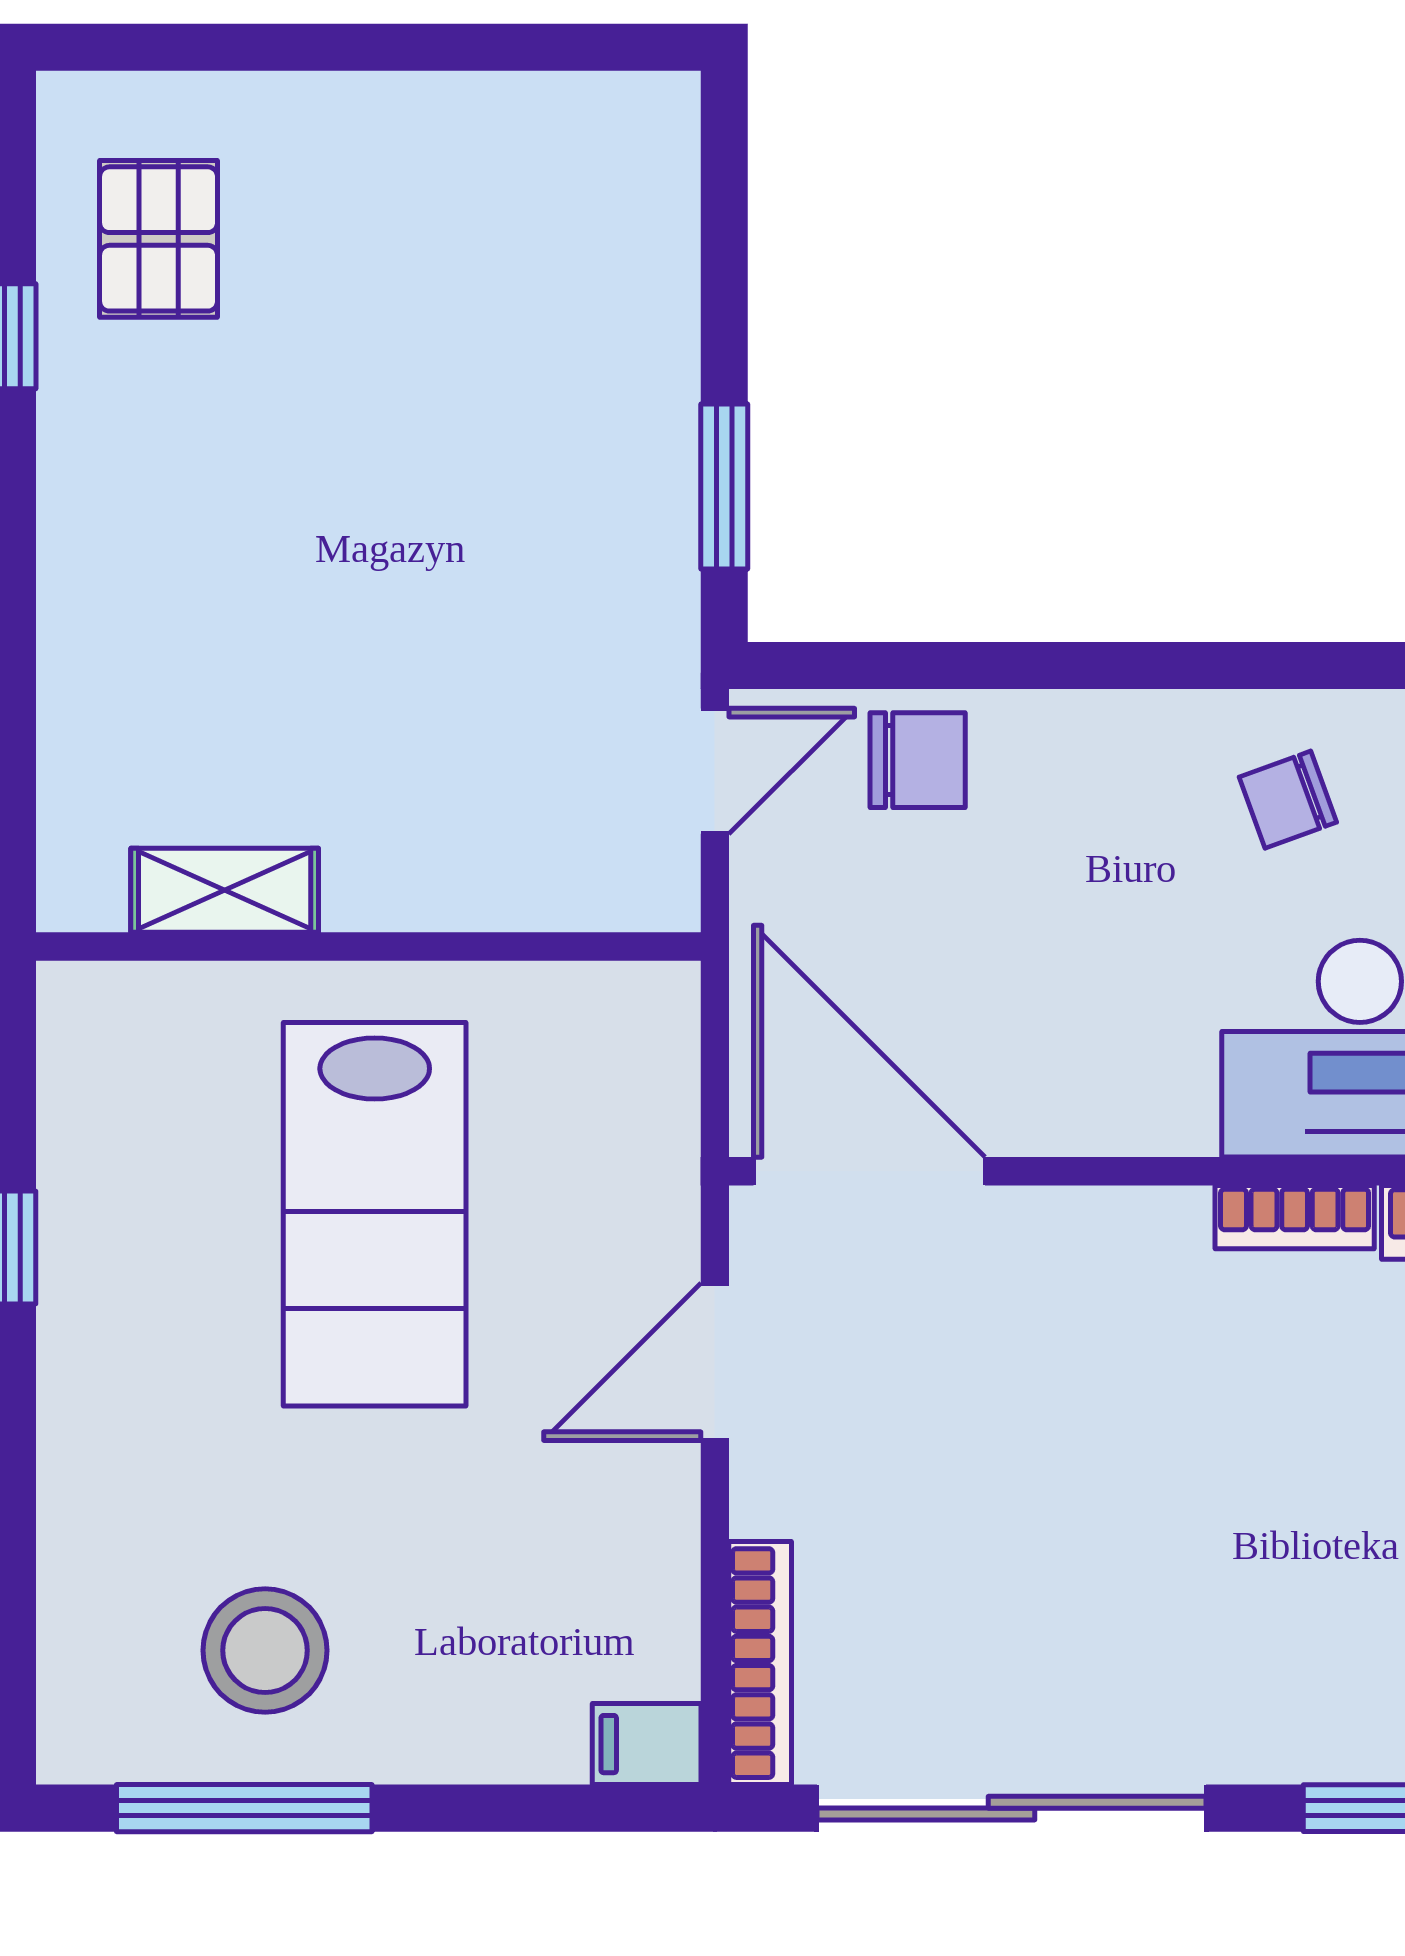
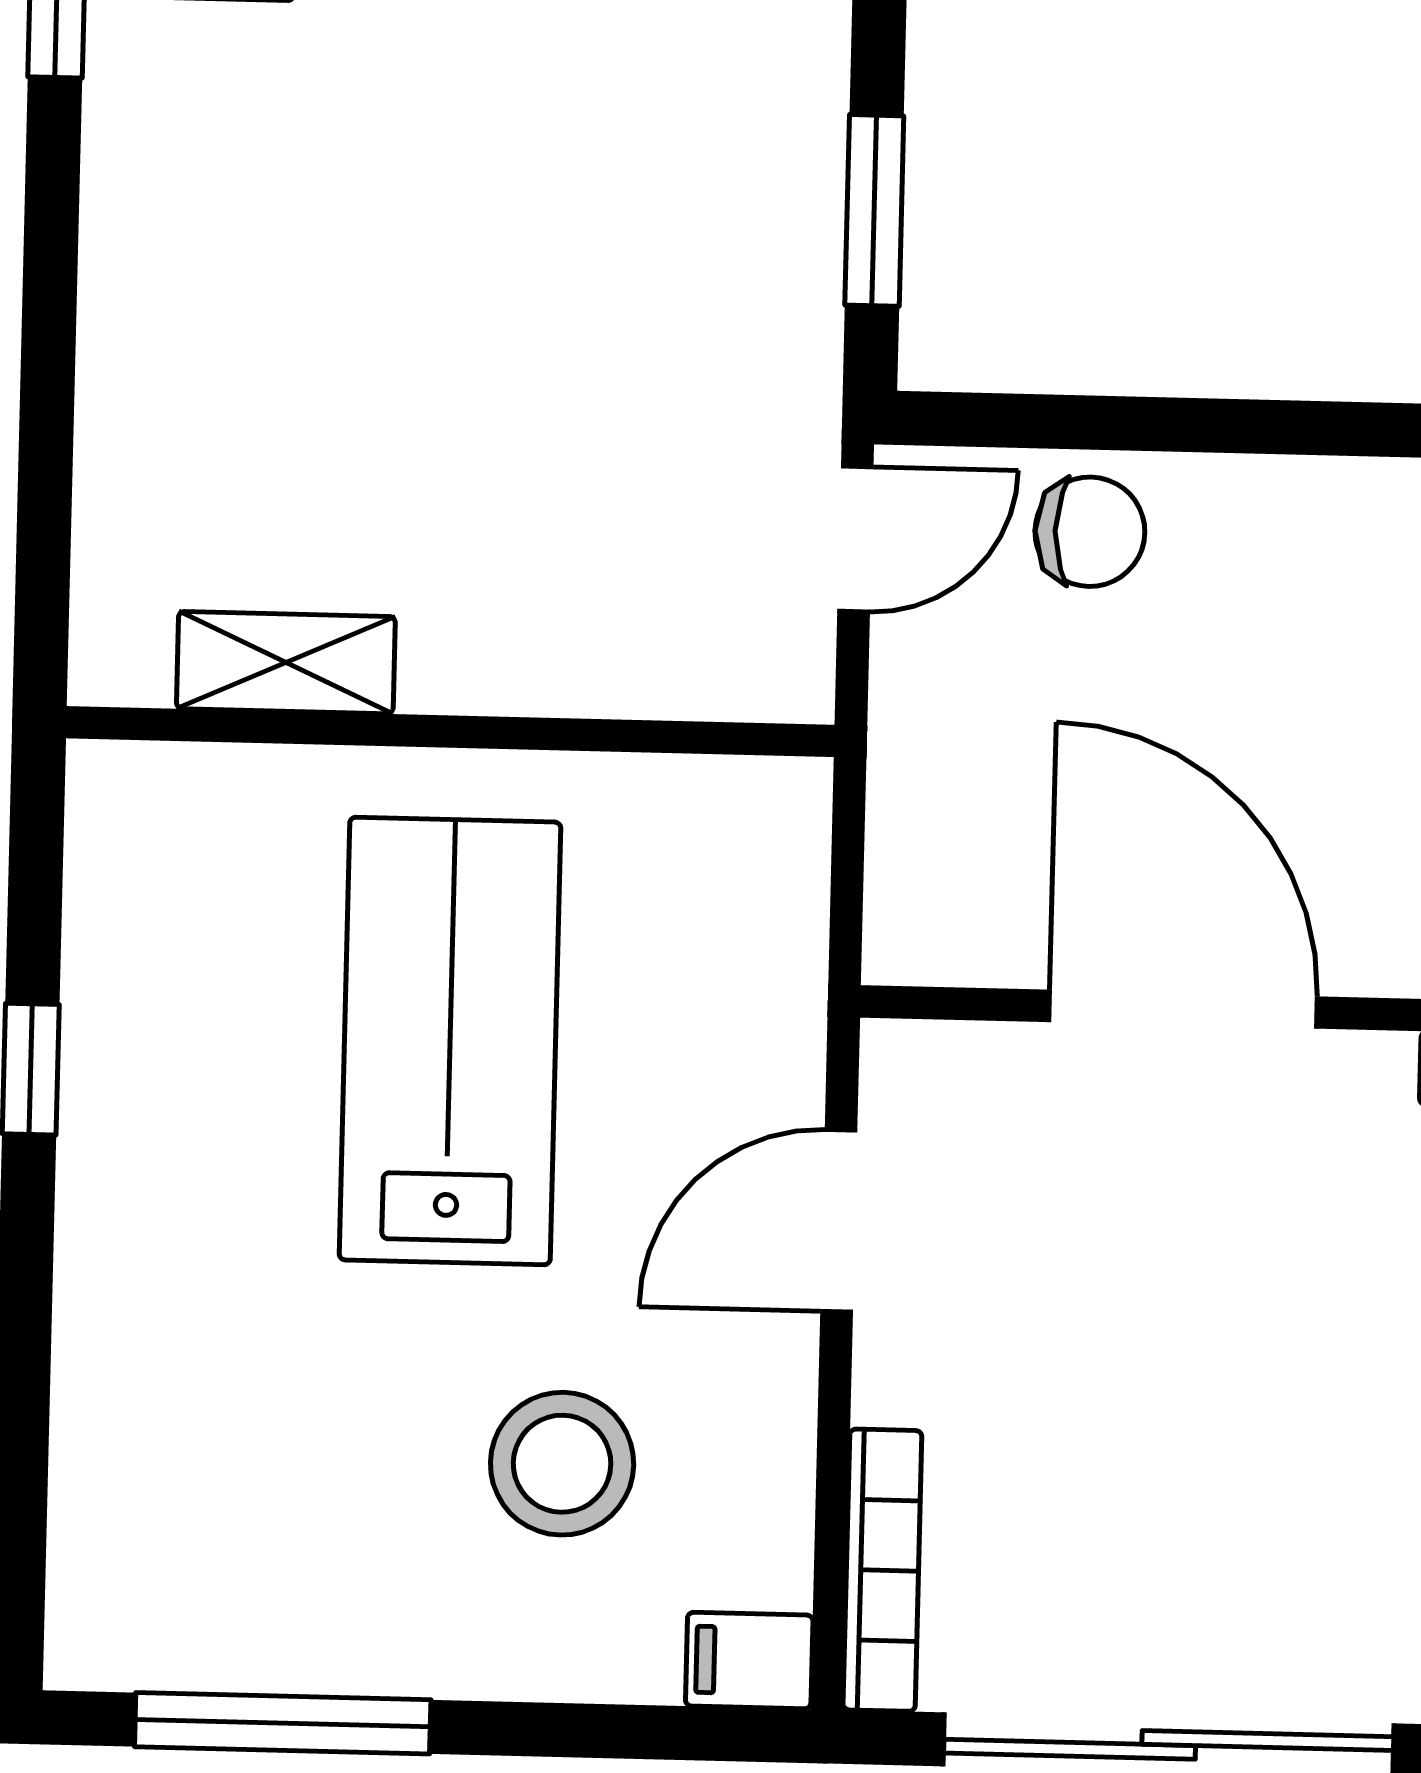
door: (869, 1171) -> (1183, 1009), moved
lab bench: (375, 1214) -> (450, 1041), turned 180
stool: (265, 1650) -> (562, 1464), moved

